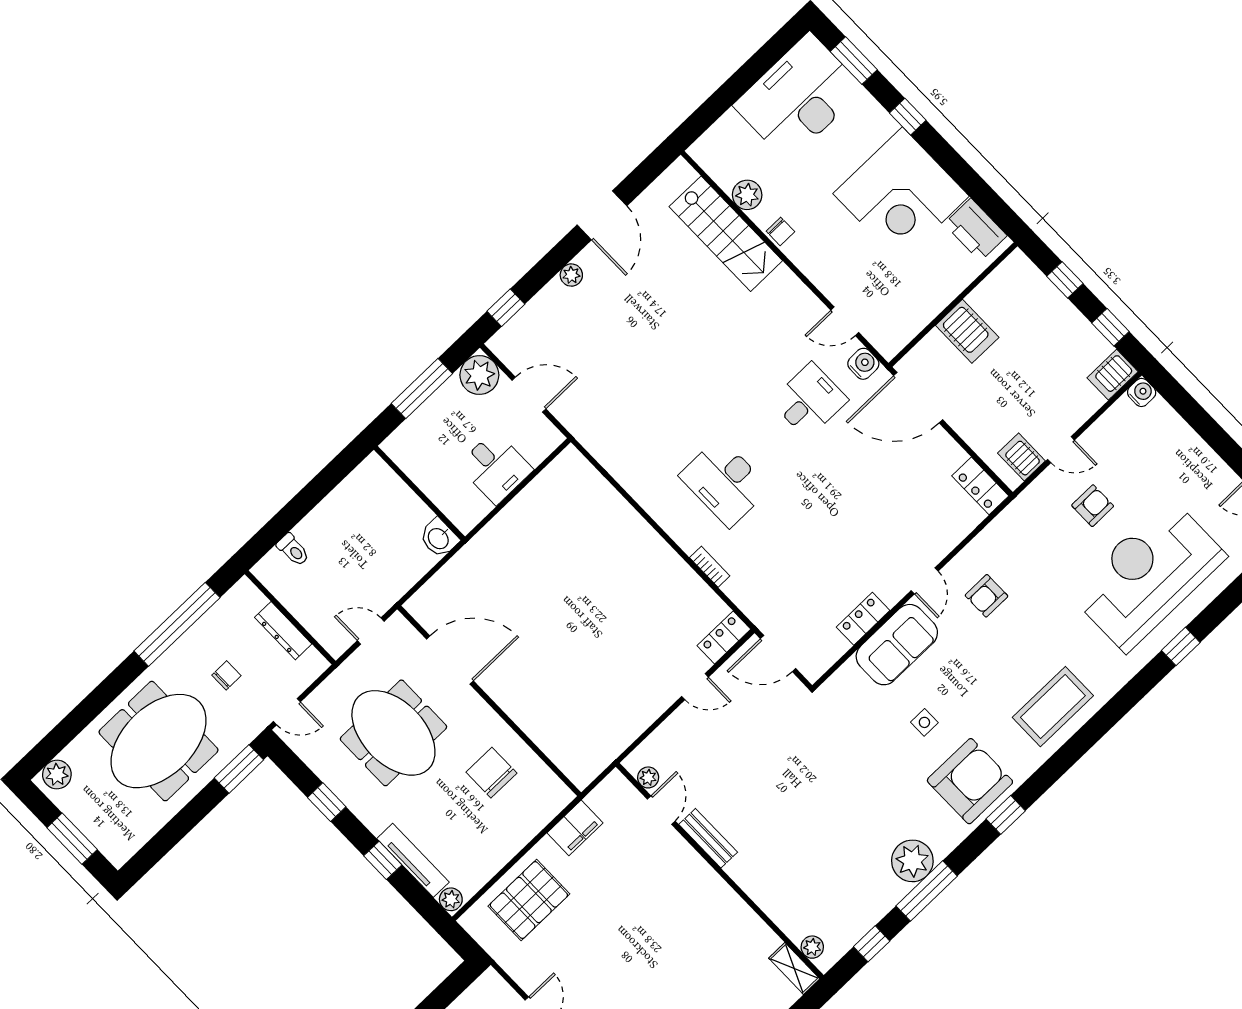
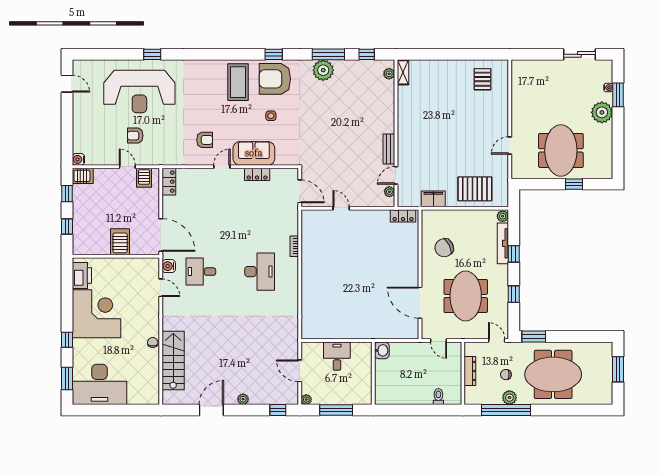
plant: (747, 195) -> (152, 367), removed
plant: (479, 375) -> (306, 400), width x0.53, depth x0.53
locker: (724, 637) -> (403, 216), moved
coffee table: (1053, 707) -> (238, 82), moved, turned 90
chair: (491, 773) -> (444, 248), turned 63
plant: (57, 775) -> (509, 398), moved

